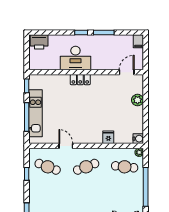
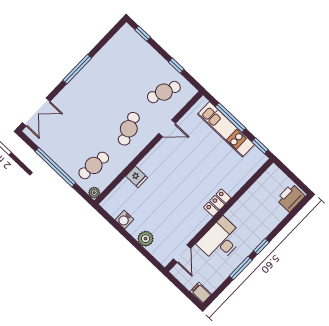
desk: (75, 58) -> (221, 240), moved
water cooler: (138, 139) -> (124, 220), moved

